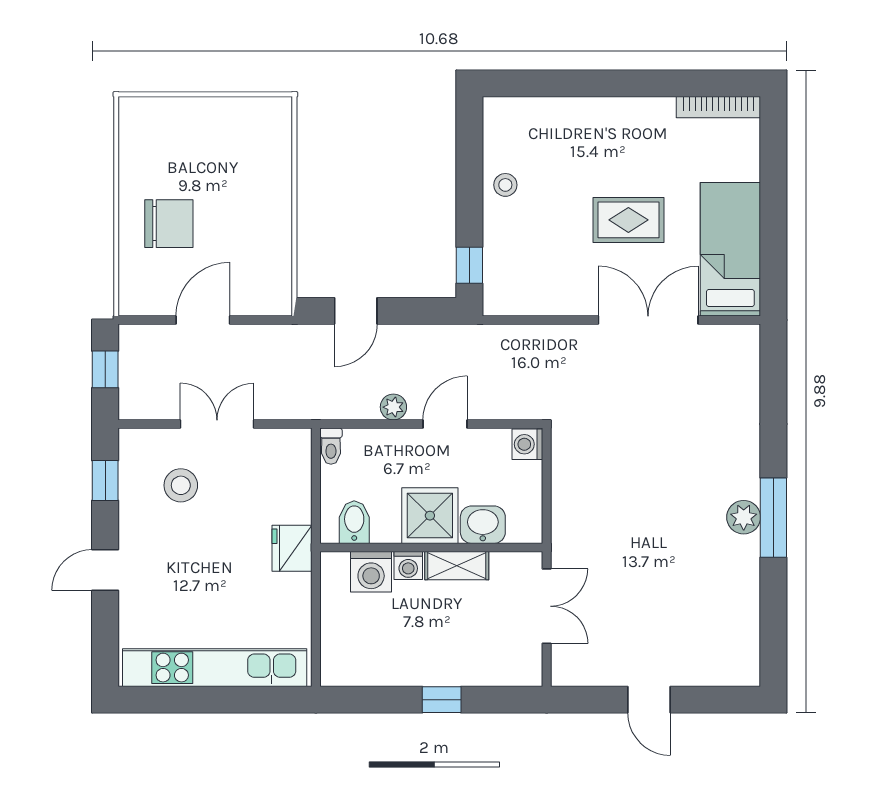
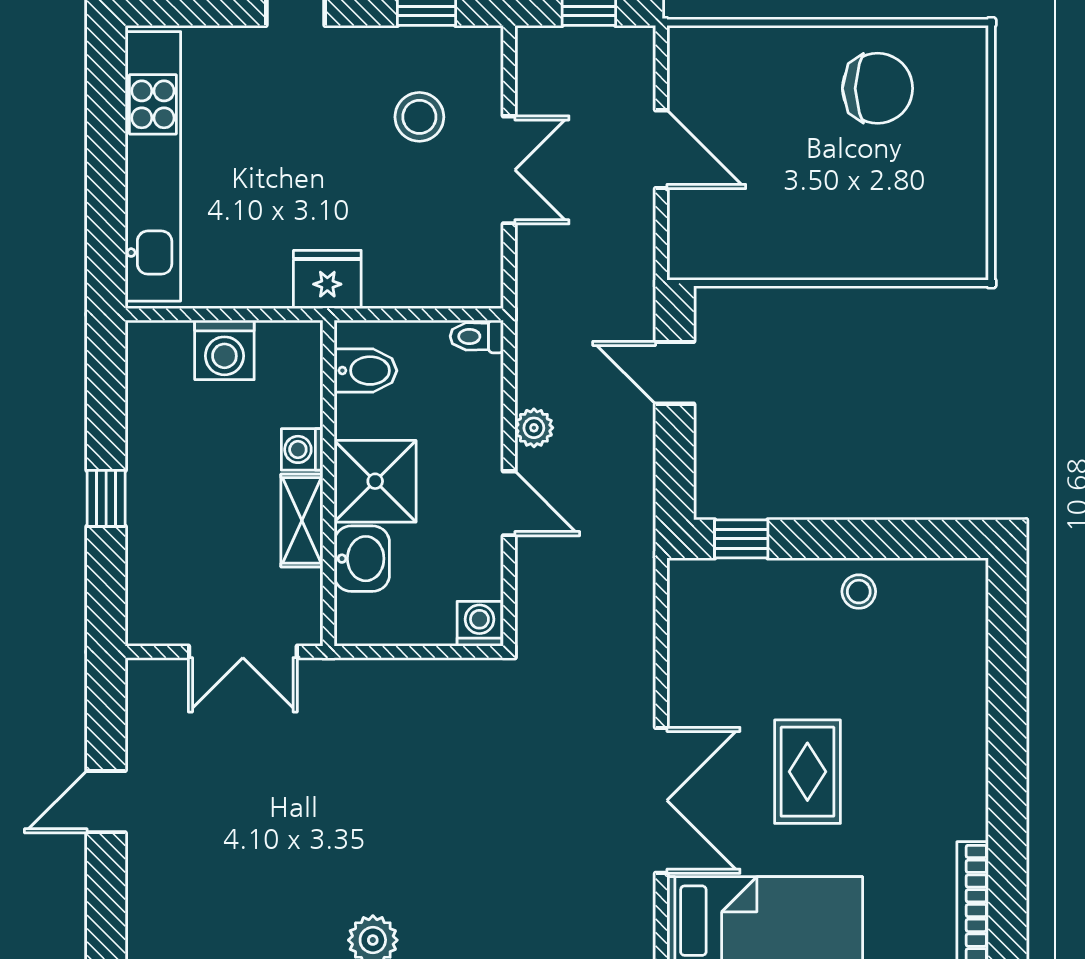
chair: (169, 224) -> (878, 88), moved, turned -90
washing machine: (371, 572) -> (224, 350), moved, turned -90

